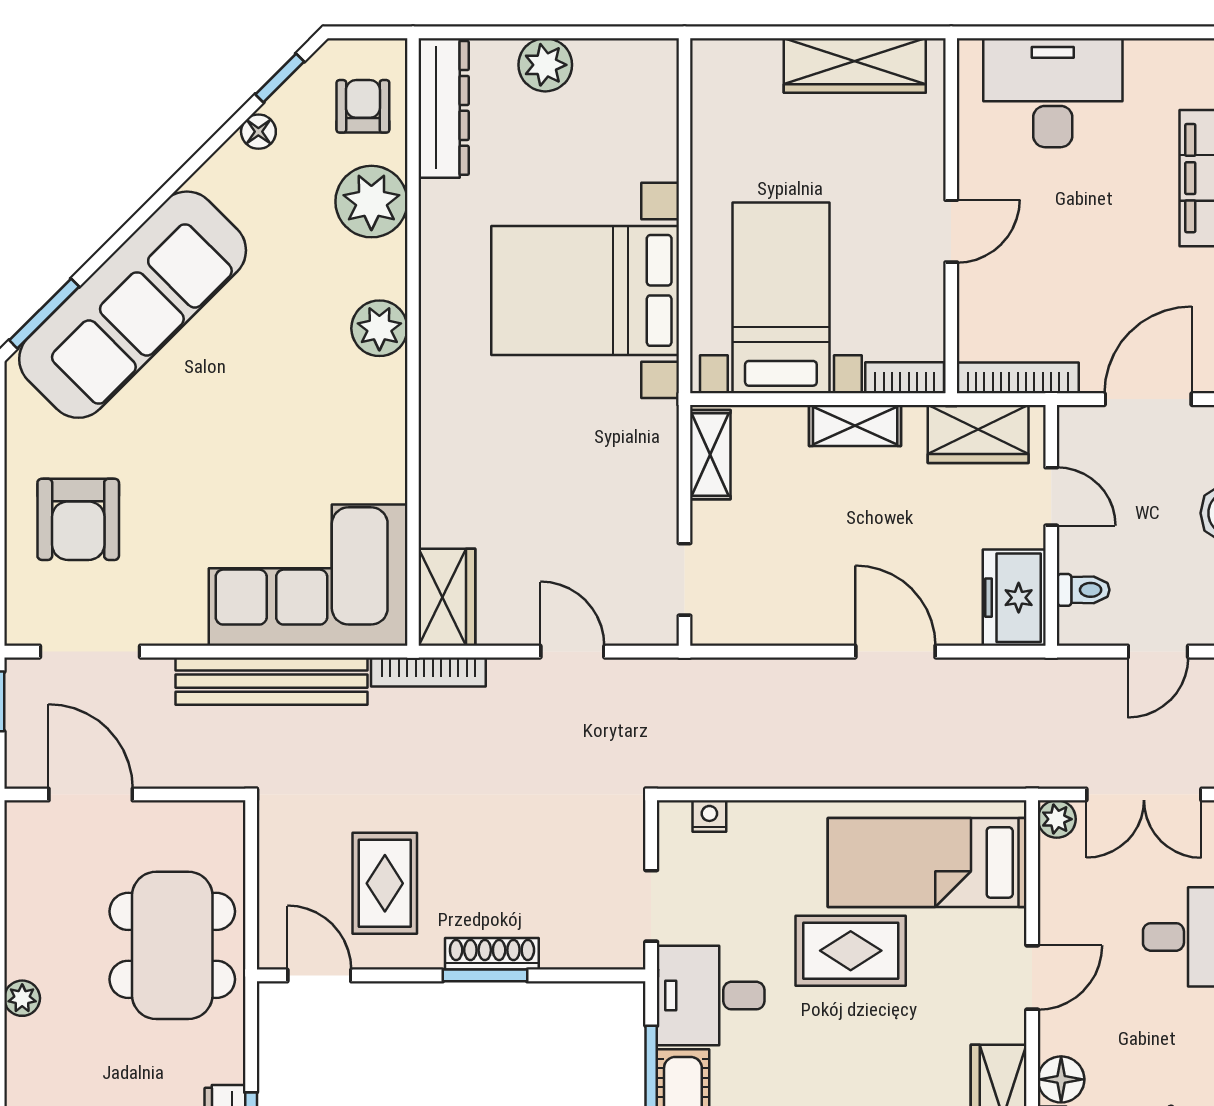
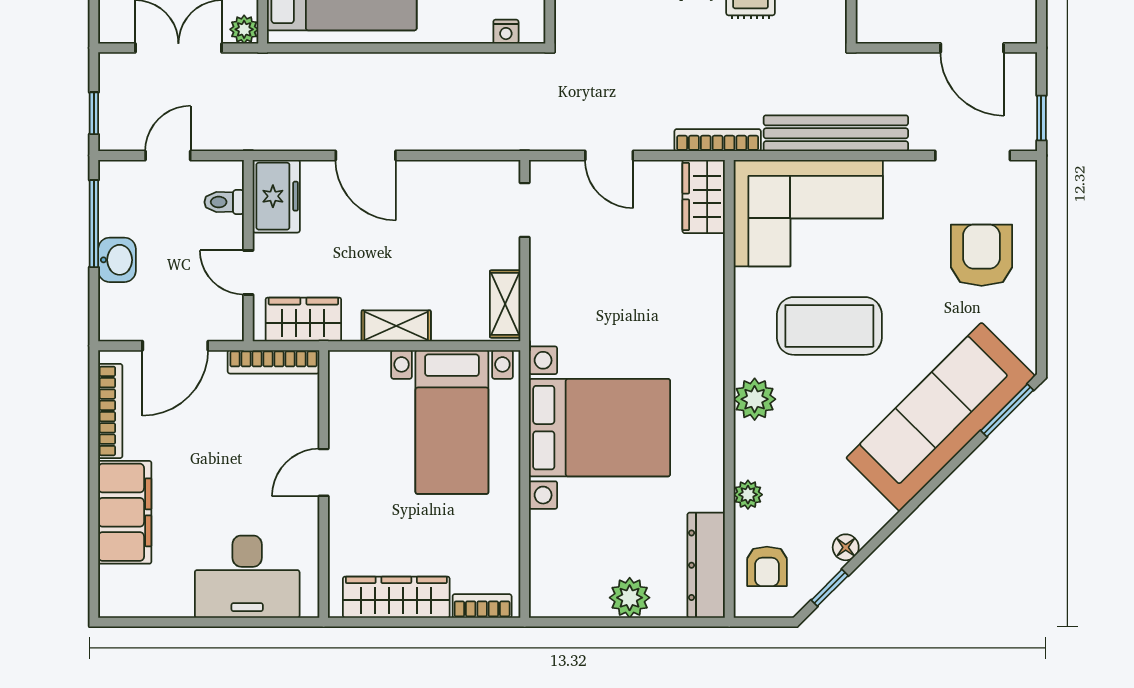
plant: (371, 202) -> (748, 495), width x0.53, depth x0.53
bookcase: (905, 378) -> (482, 606), moved, turned 180
coffee table: (280, 425) -> (829, 326), added

